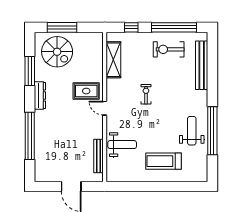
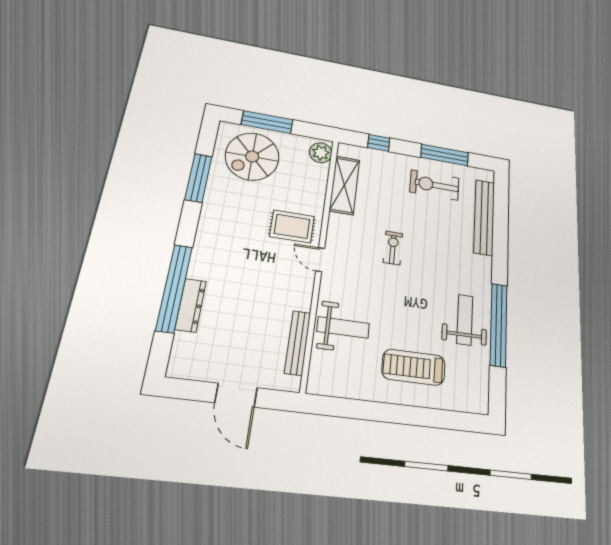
window: (174, 27) -> (445, 155), width x0.68
plant: (97, 41) -> (321, 153), added
spiral stairs: (57, 52) -> (252, 156), turned 90
dresser: (40, 95) -> (191, 305), moved

